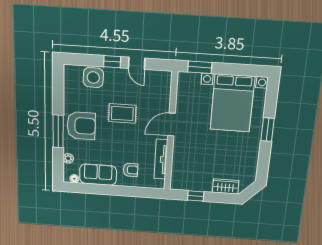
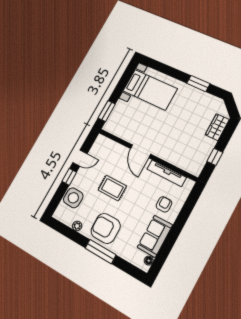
bed with nightstands: (232, 103) -> (150, 90), width x0.73
rug: (122, 113) -> (112, 188), turned 90
armchair: (81, 126) -> (106, 228), turned -90
window: (267, 130) -> (198, 83), moved
plant: (68, 158) -> (77, 226), moved

